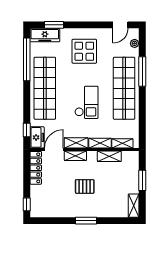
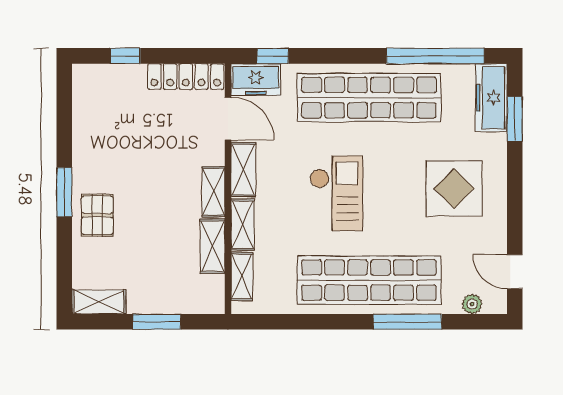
checkout: (86, 102) -> (336, 193), turned -90
shelving: (75, 156) -> (214, 192), moved
pallet: (85, 186) -> (97, 215), moved
window: (27, 204) -> (125, 56), moved

